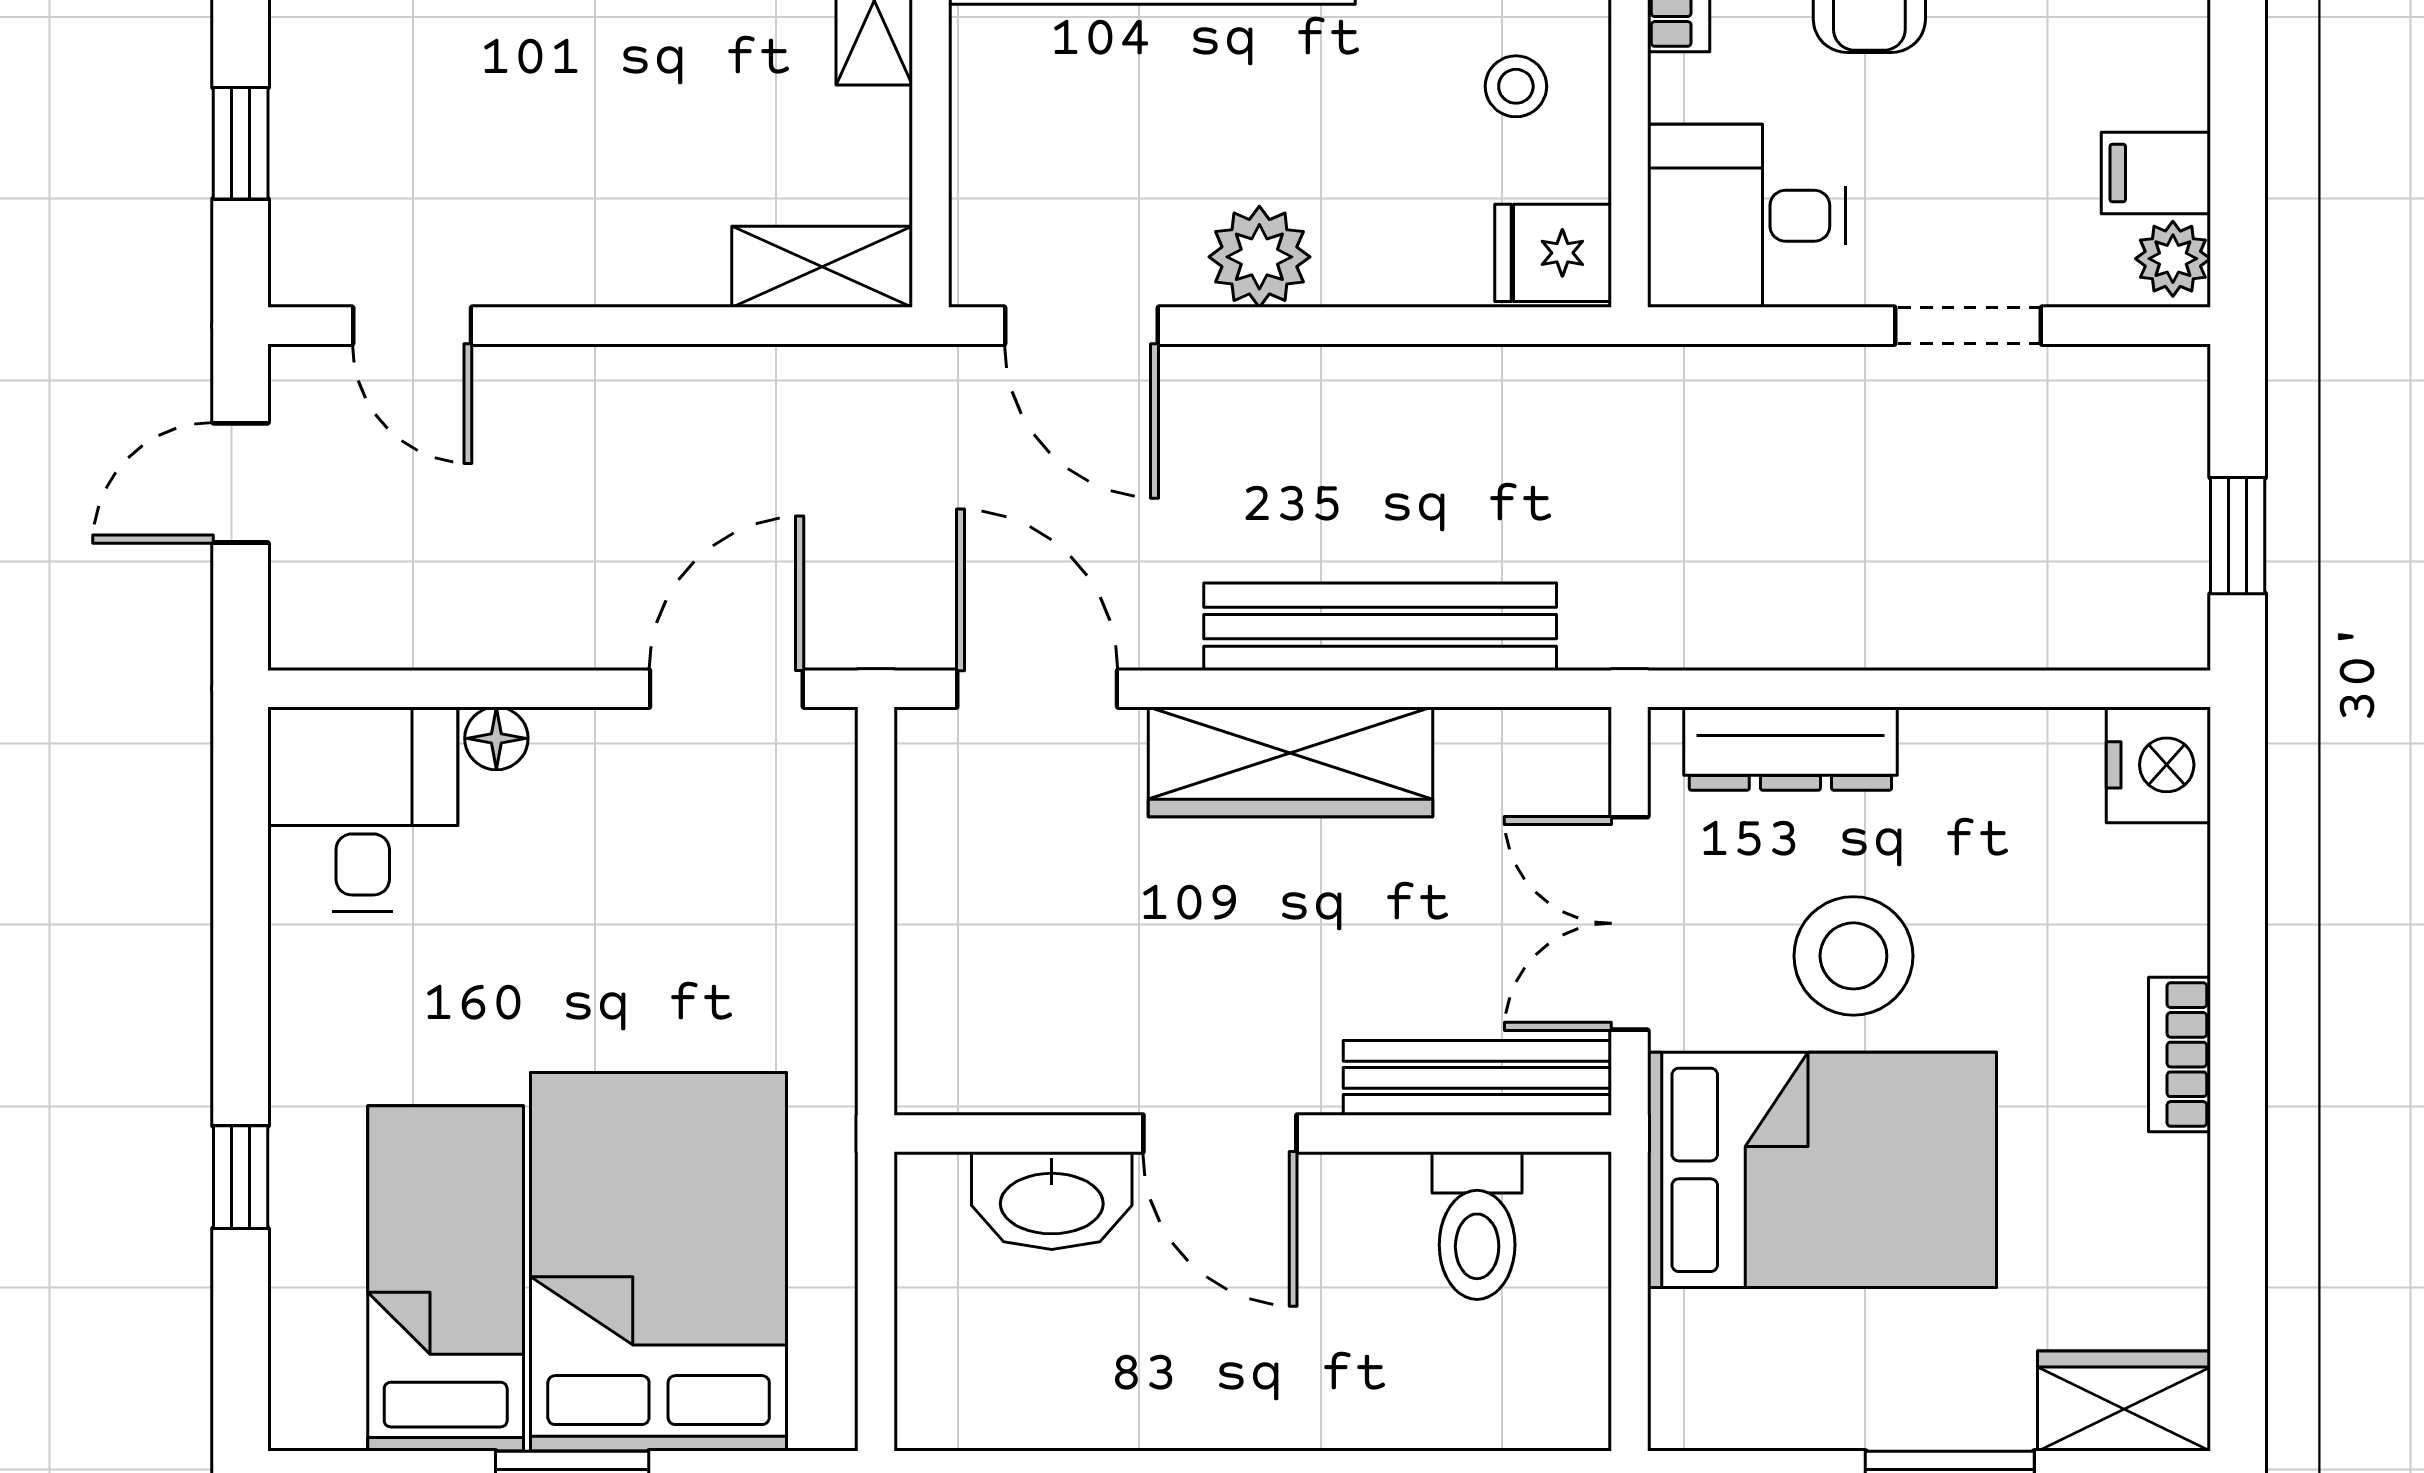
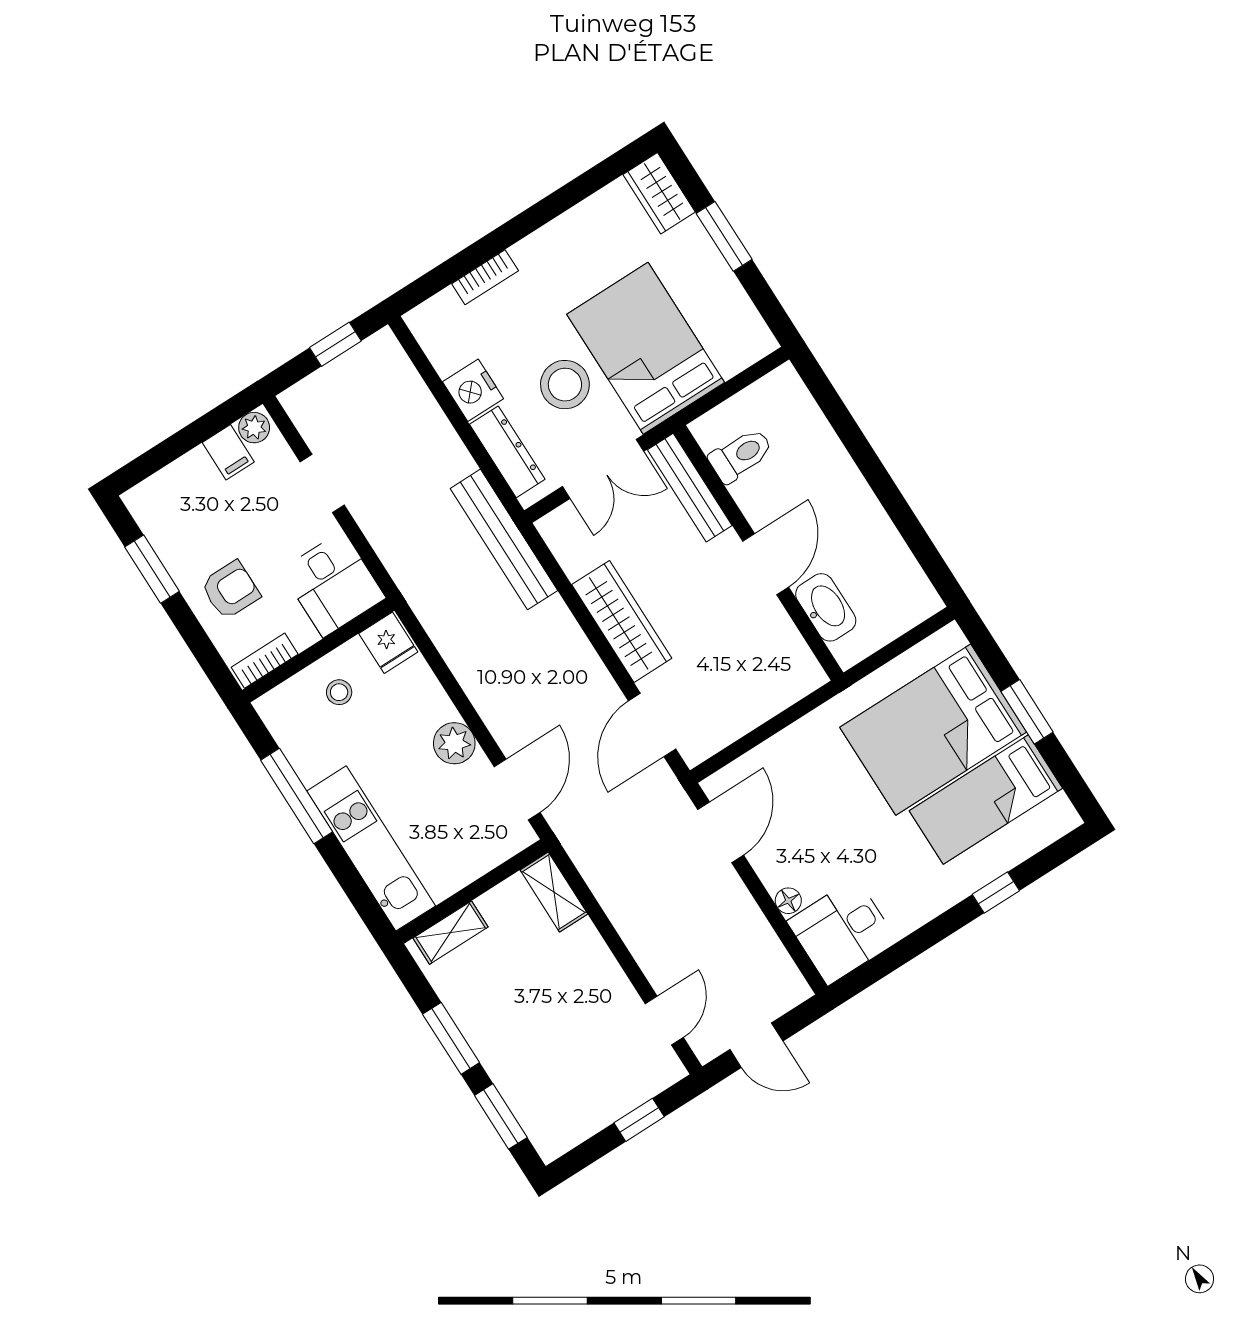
bench: (1380, 627) -> (504, 539), moved
door: (726, 689) -> (721, 832), swing flipped
nightstand: (2158, 765) -> (473, 390), moved, turned -90
bookcase: (2179, 1055) -> (485, 277), moved

